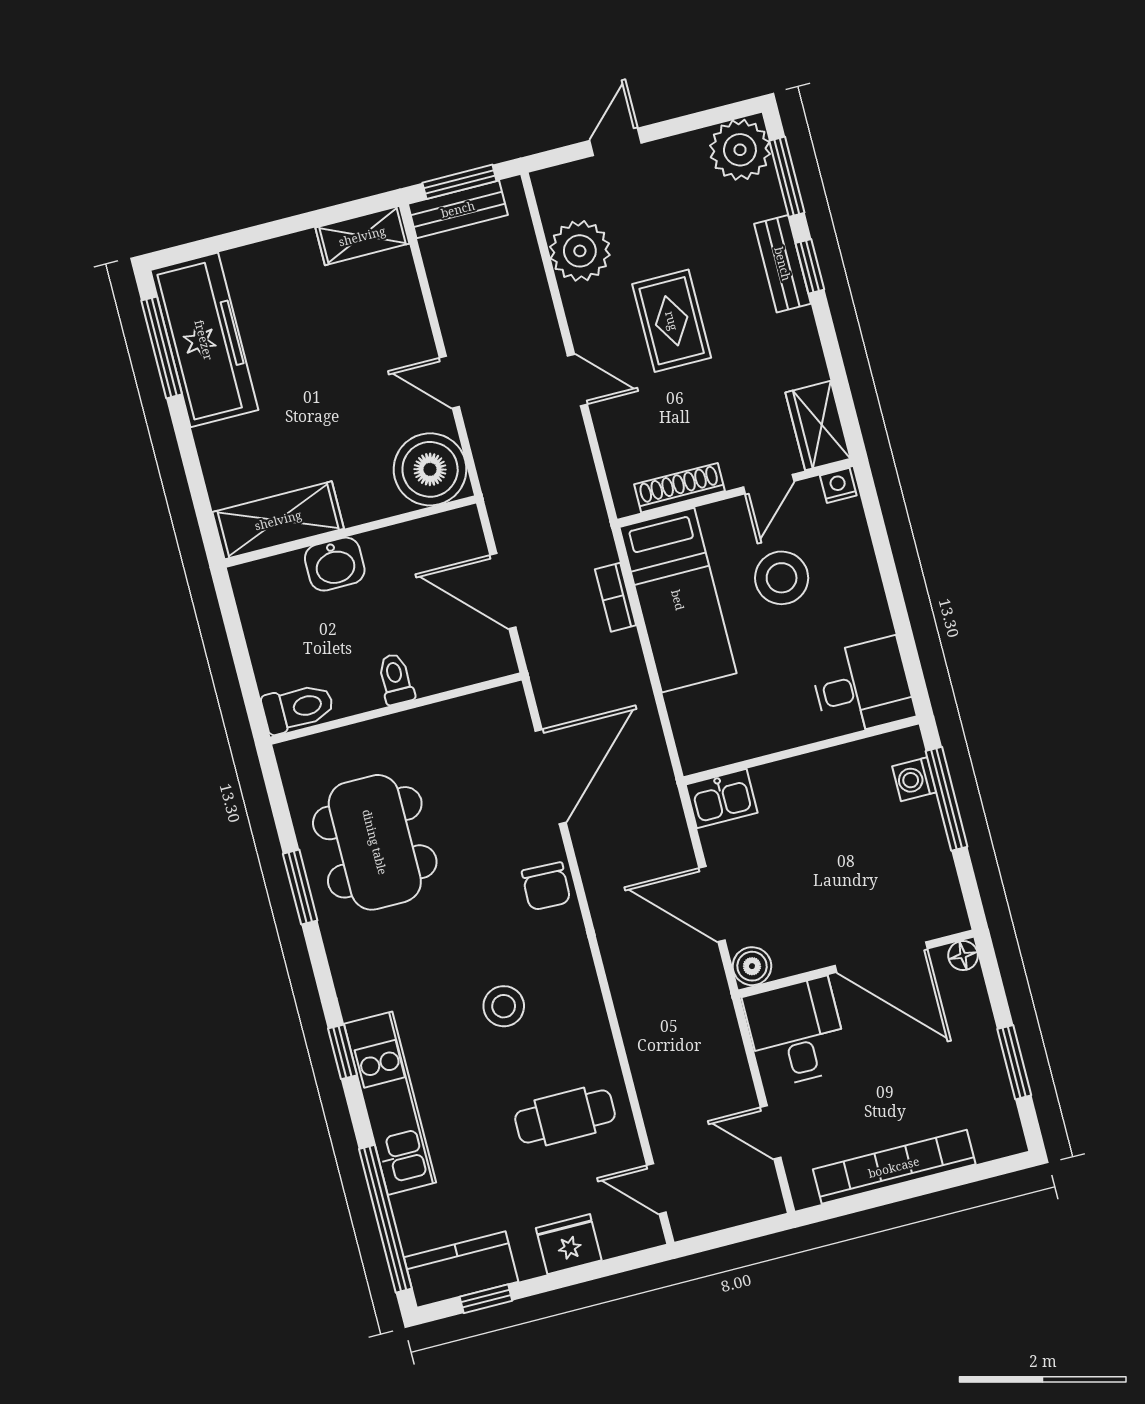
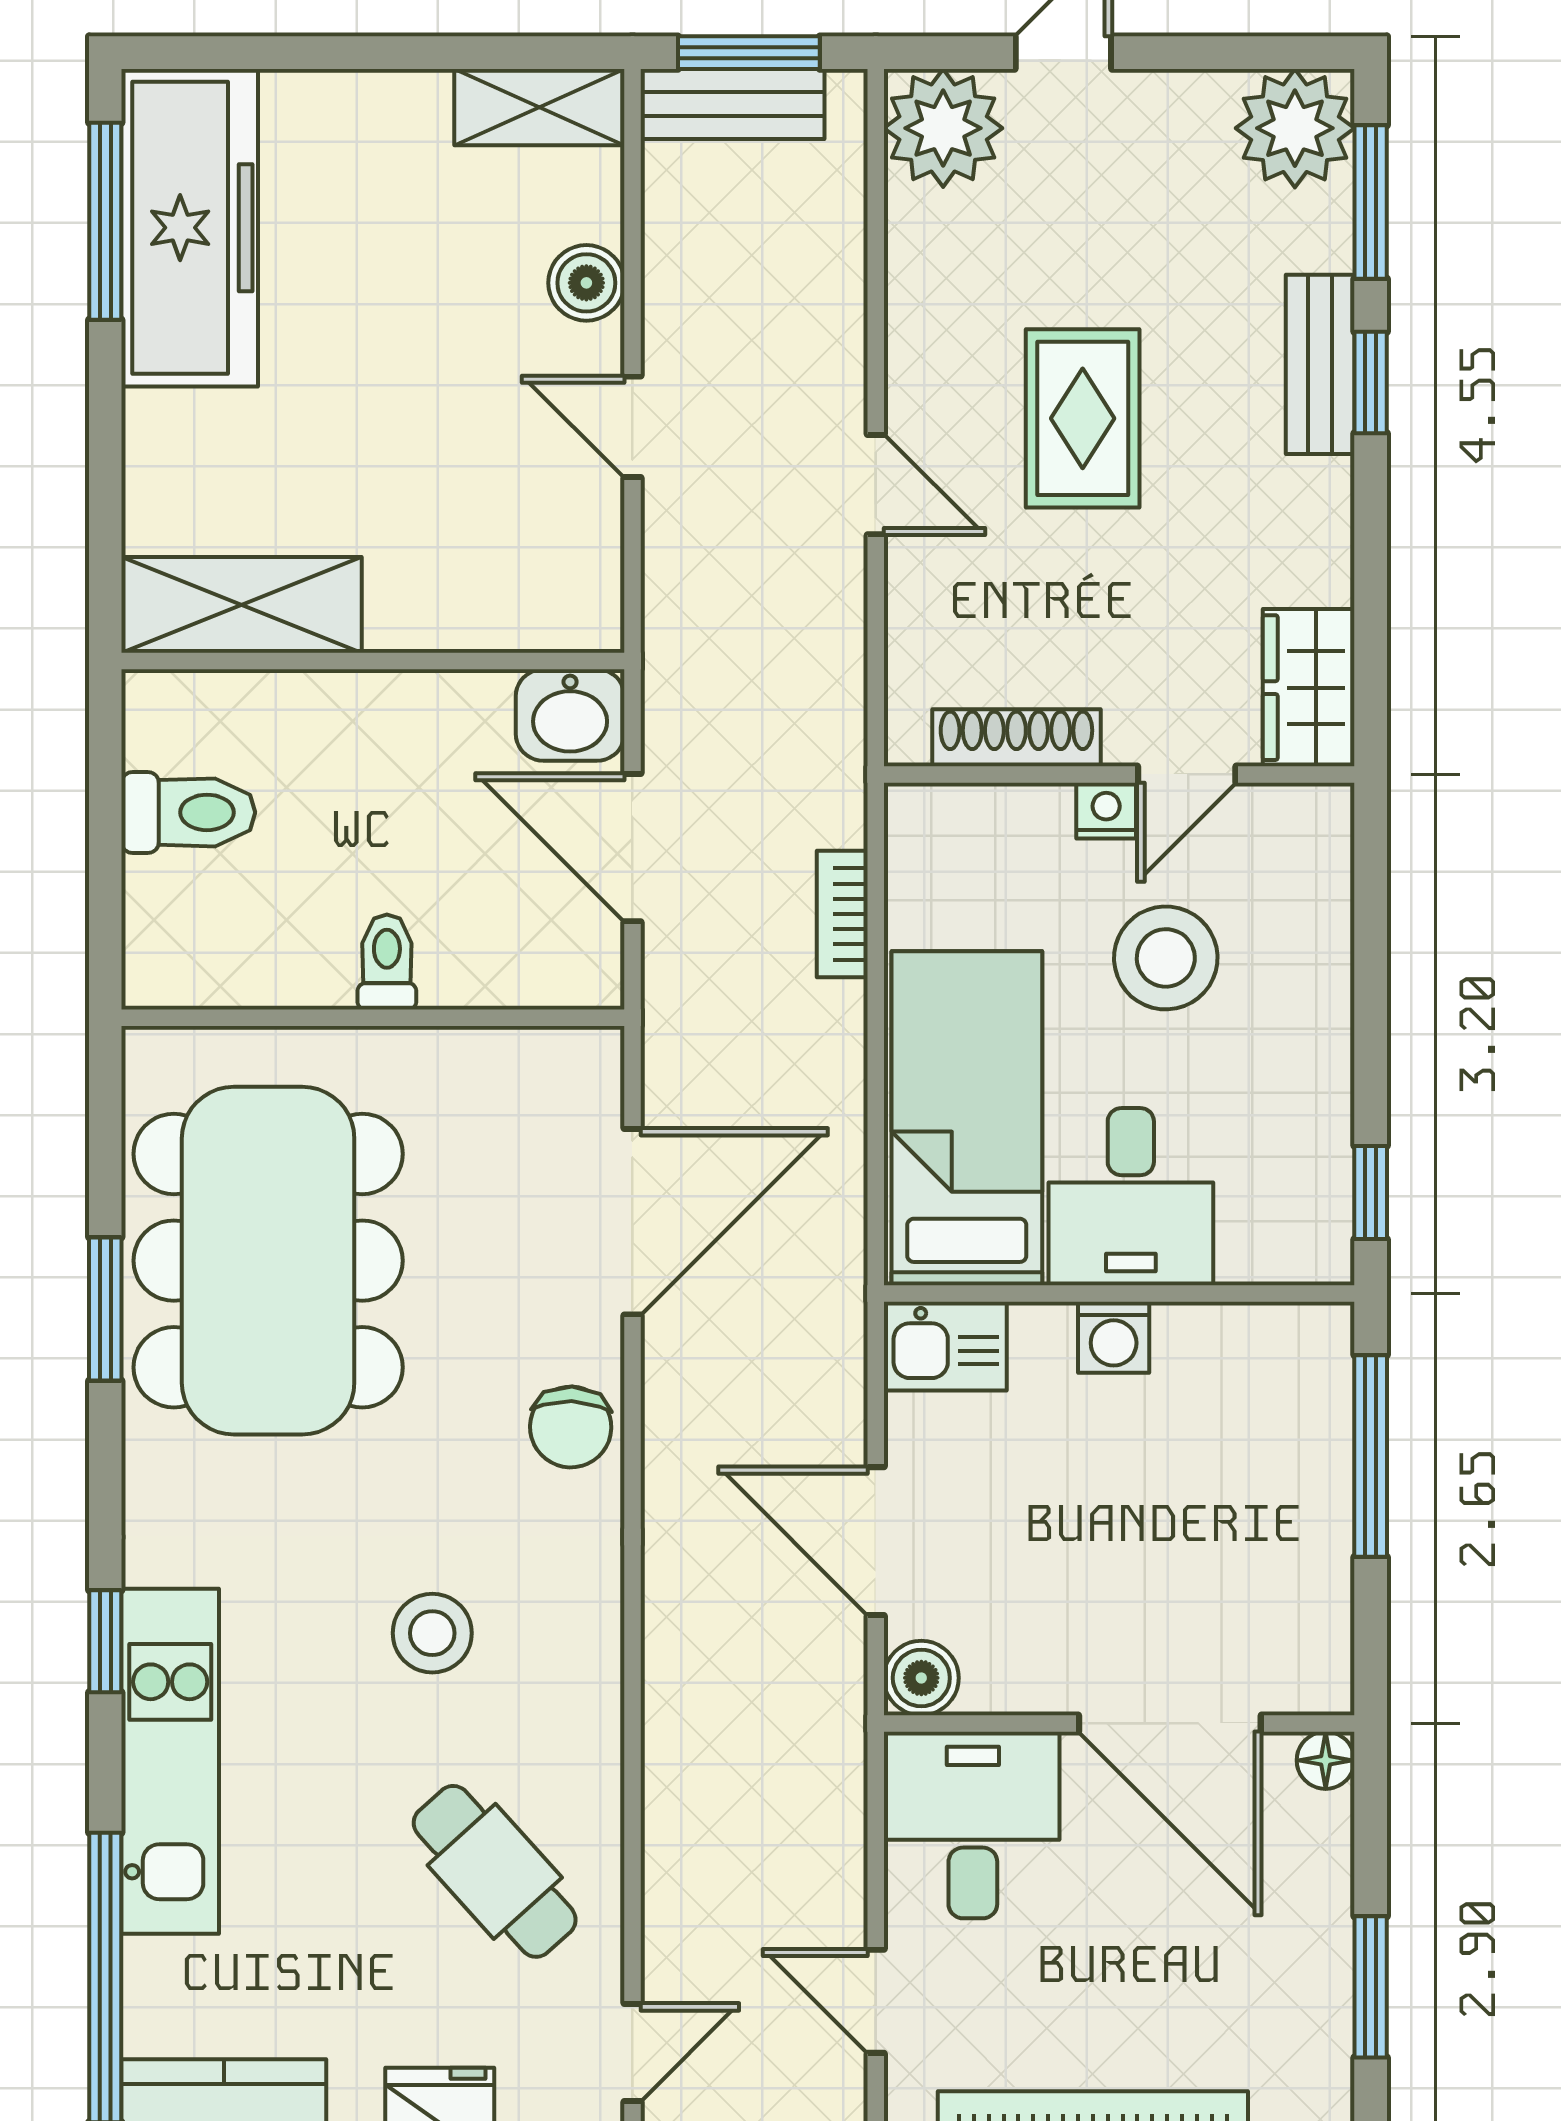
plant: (580, 251) -> (943, 128), moved
boiler: (430, 469) -> (586, 283), moved, width x0.54, depth x0.54
nightstand: (838, 485) -> (1106, 811), moved
washbasin: (335, 564) -> (570, 715), moved
bed: (678, 600) -> (967, 1118), moved, turned 180
window: (913, 668) -> (1371, 1193), added
desk: (862, 687) -> (1131, 1197), moved, turned 90
toilet: (298, 708) -> (188, 812), moved
washing machine: (914, 779) -> (1114, 1337), moved, turned -90
dining table: (375, 842) -> (268, 1261), width x1.36, depth x1.24
cafe table: (565, 1116) -> (495, 1871), turned 48
door: (656, 1189) -> (632, 2053), swing flipped

